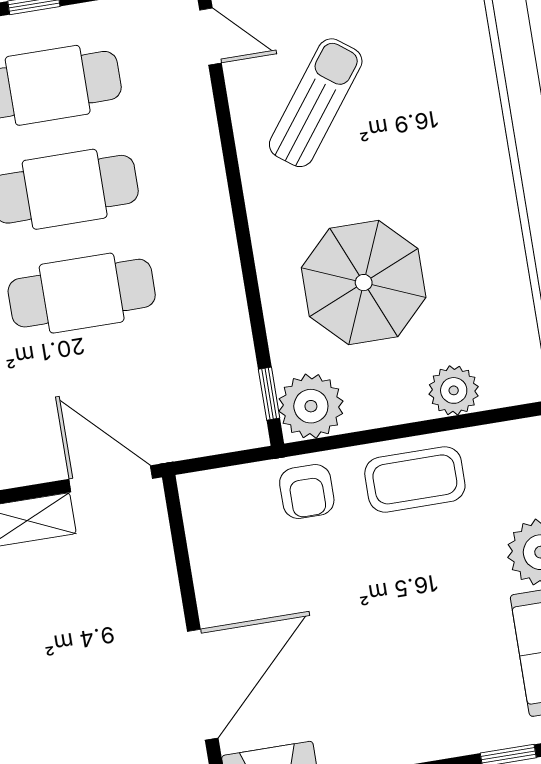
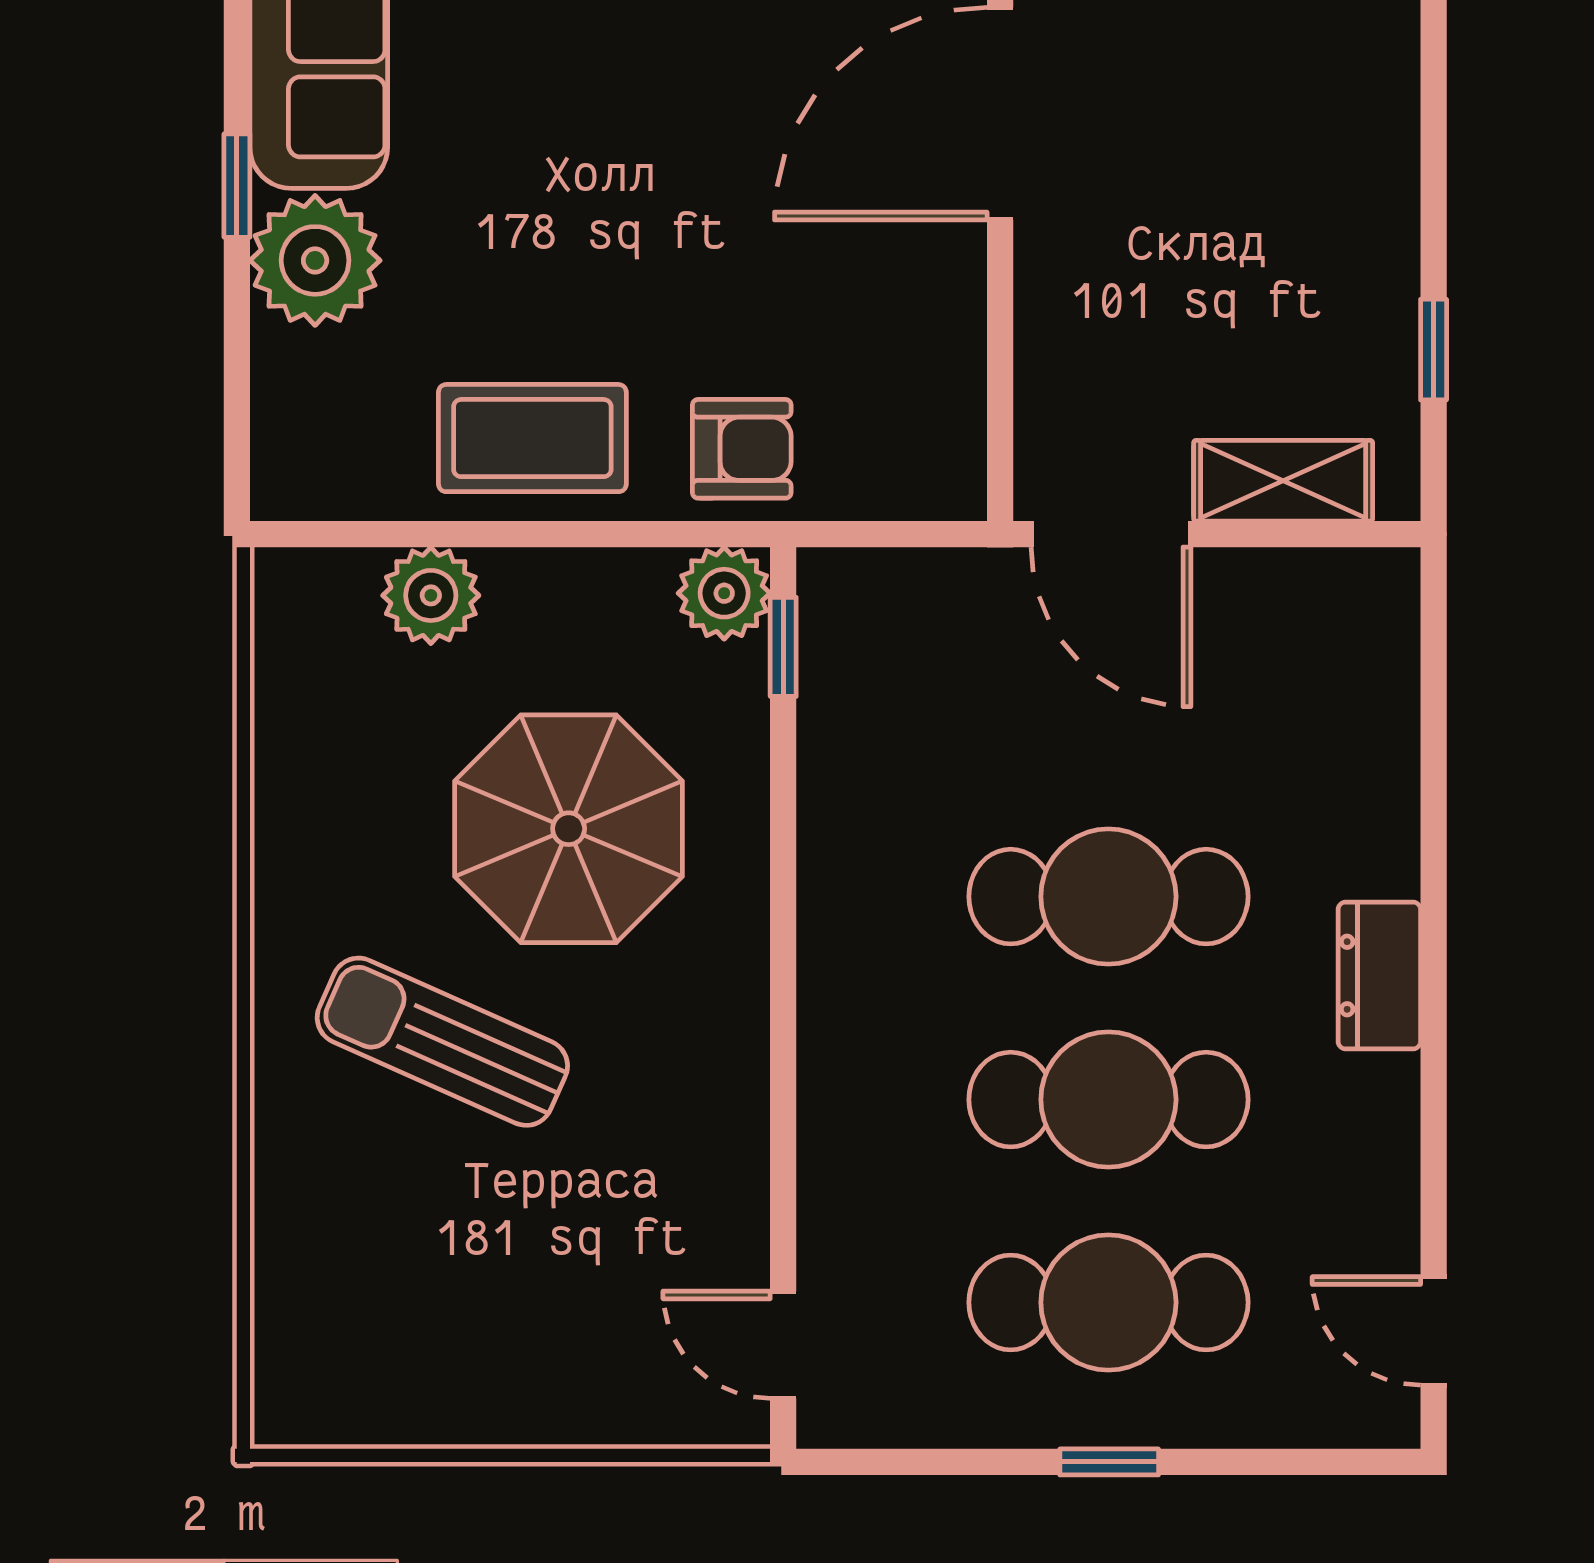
sun lounger: (316, 103) -> (442, 1042), moved, turned 77
plant: (311, 406) -> (724, 593), width x0.73, depth x0.73
armchair: (307, 492) -> (742, 449), turned 90

